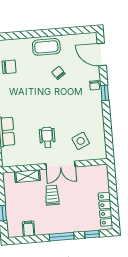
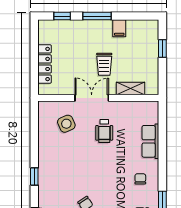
chair: (95, 85) -> (140, 179), moved
locker: (105, 209) -> (45, 64), moved
filing cabinet: (29, 229) -> (119, 28), moved

